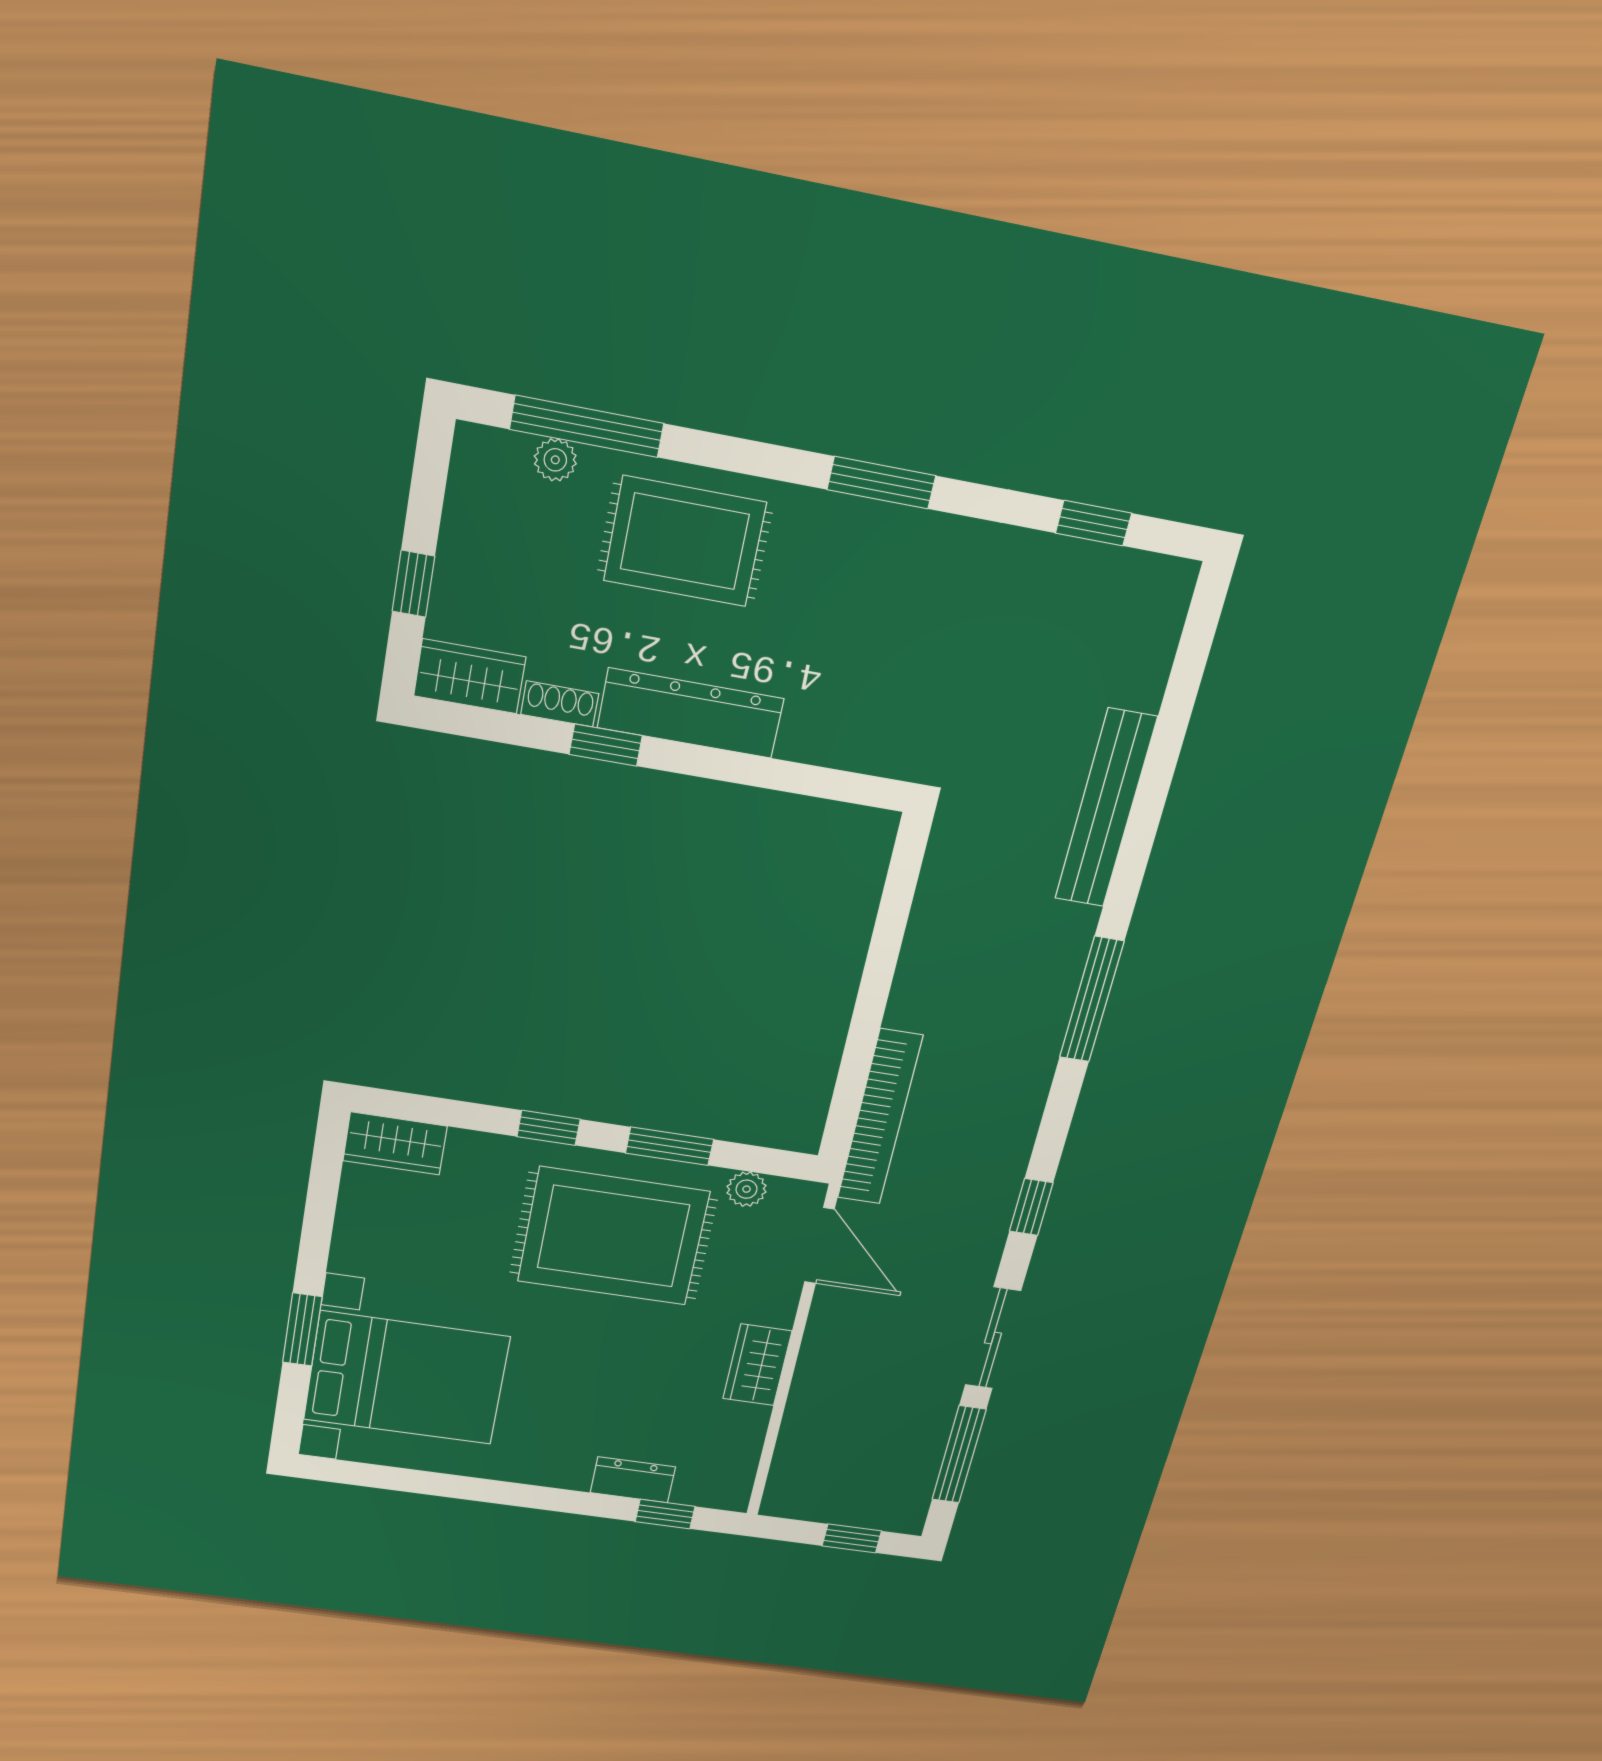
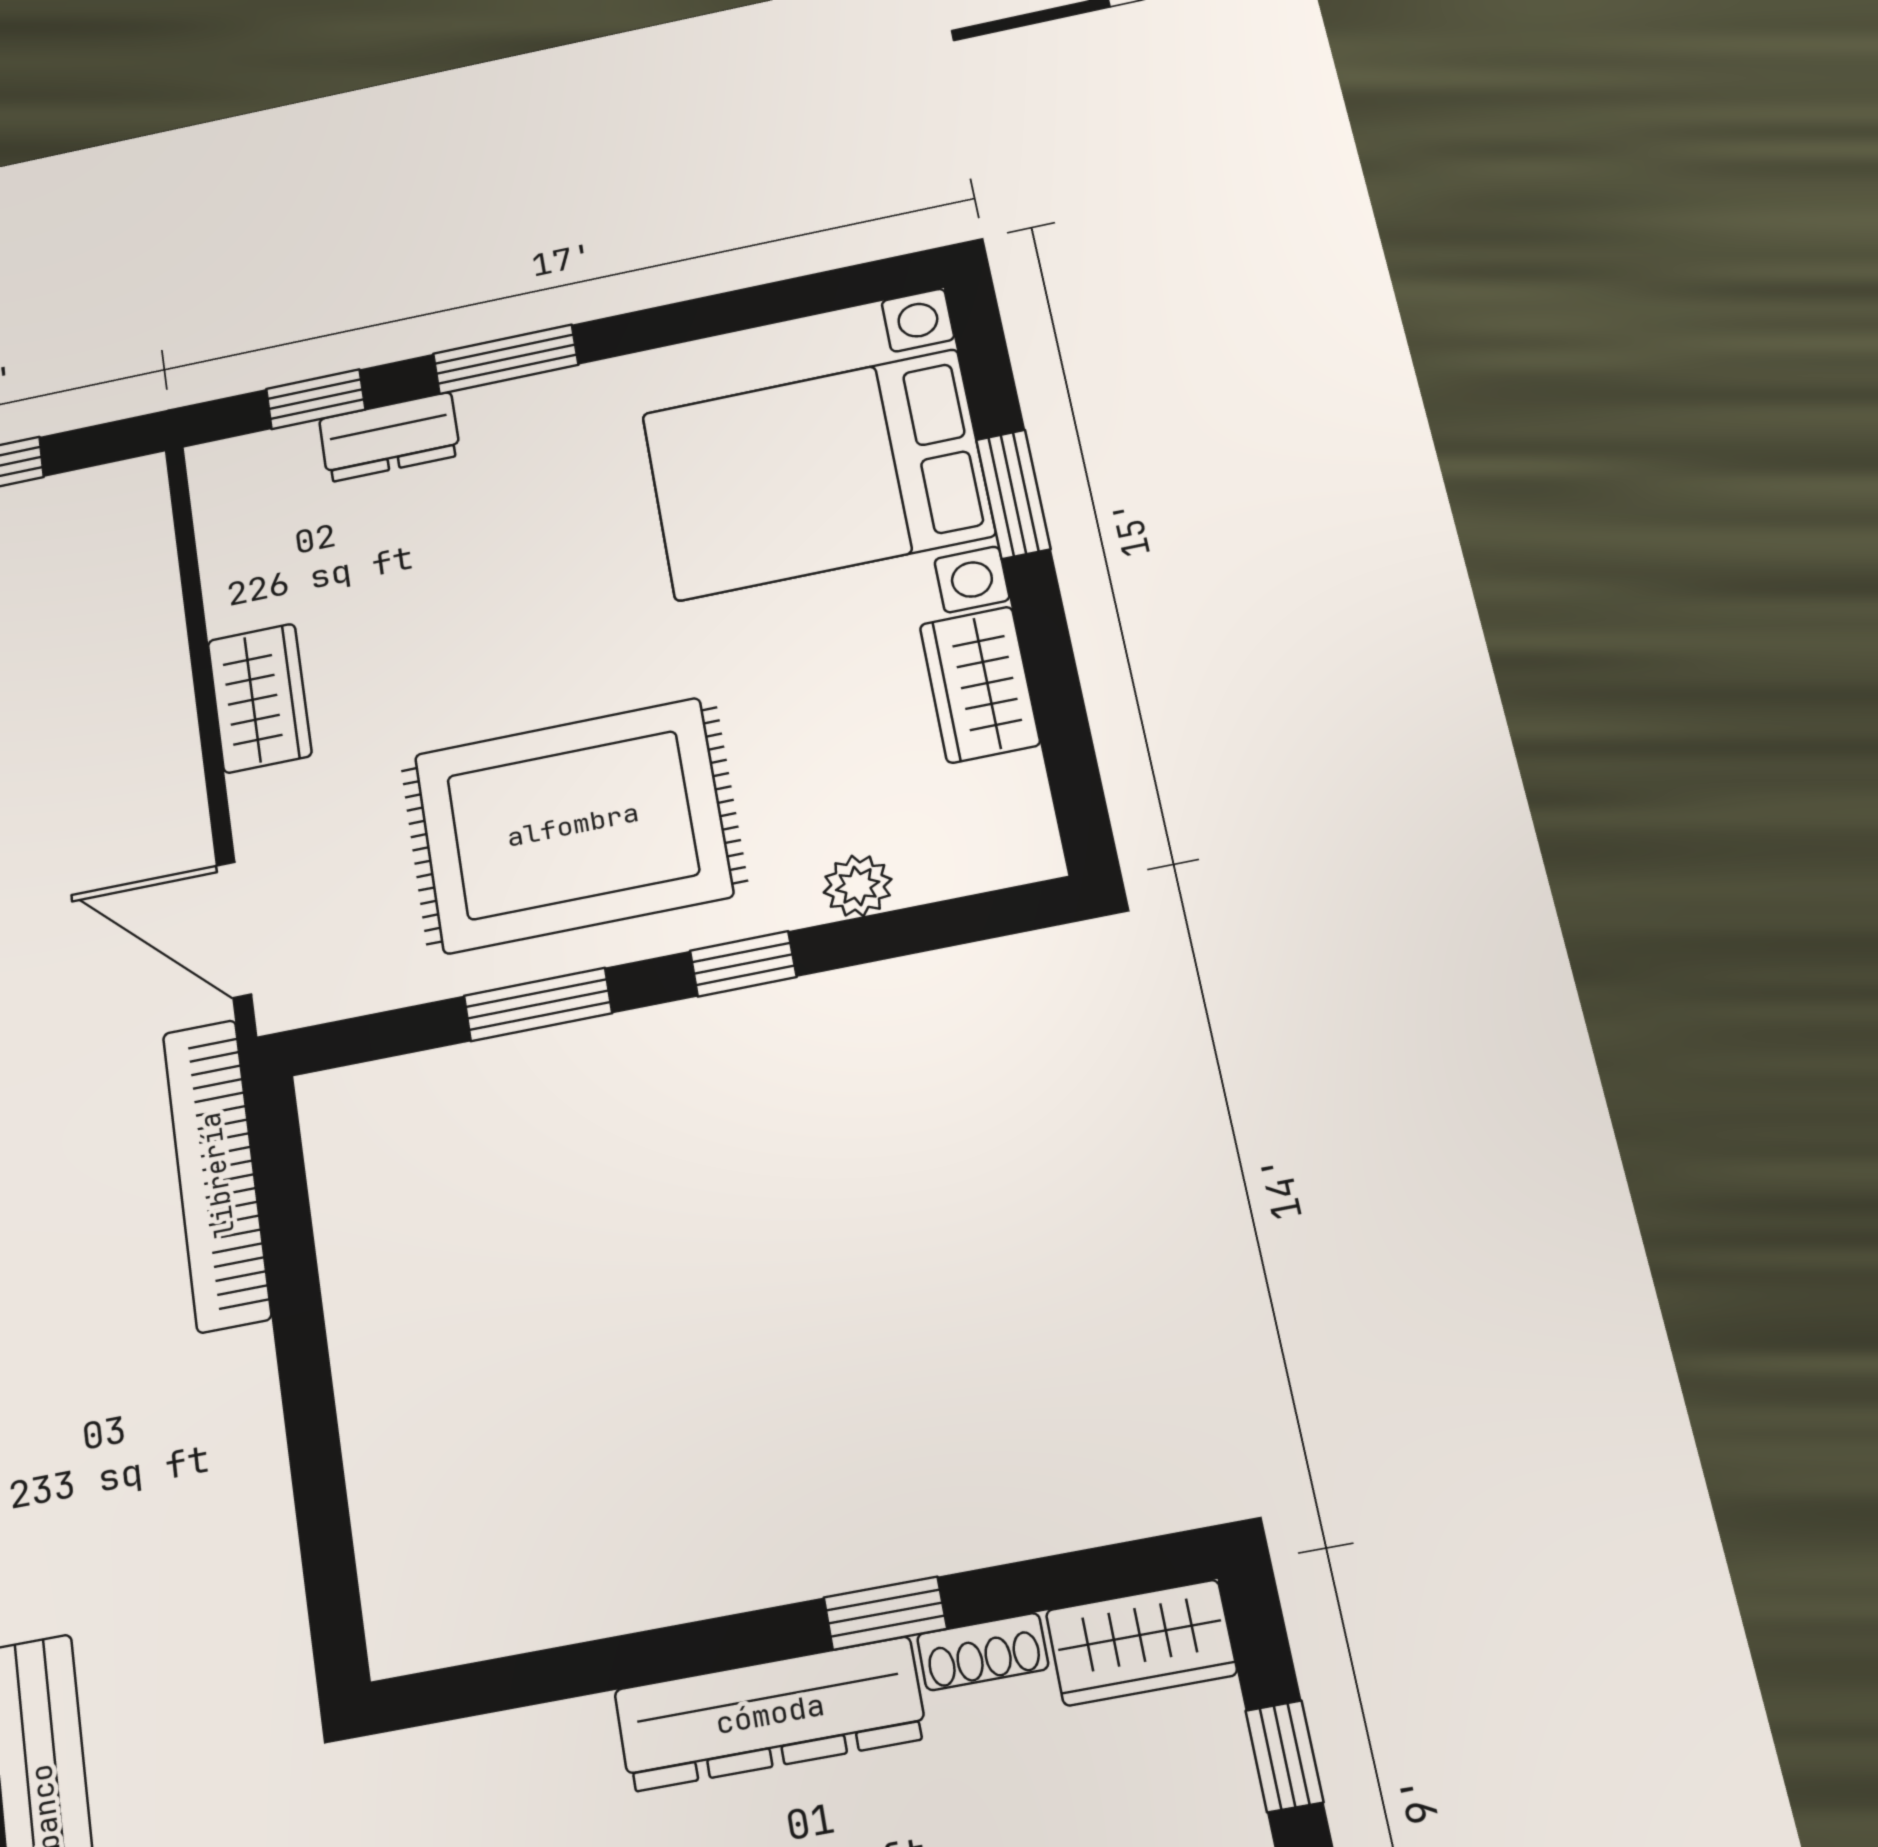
wardrobe: (395, 1143) -> (980, 685), moved, turned -90
plant: (747, 1189) -> (858, 886), moved
window: (553, 1499) -> (506, 359), added

